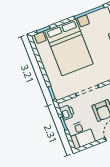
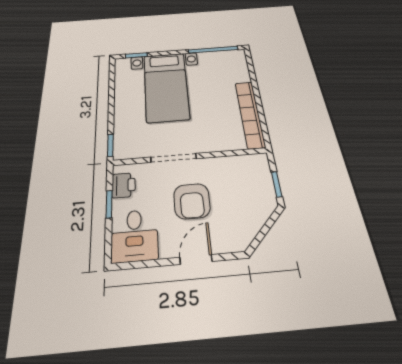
bed with nightstands: (69, 47) -> (166, 86), width x0.73

